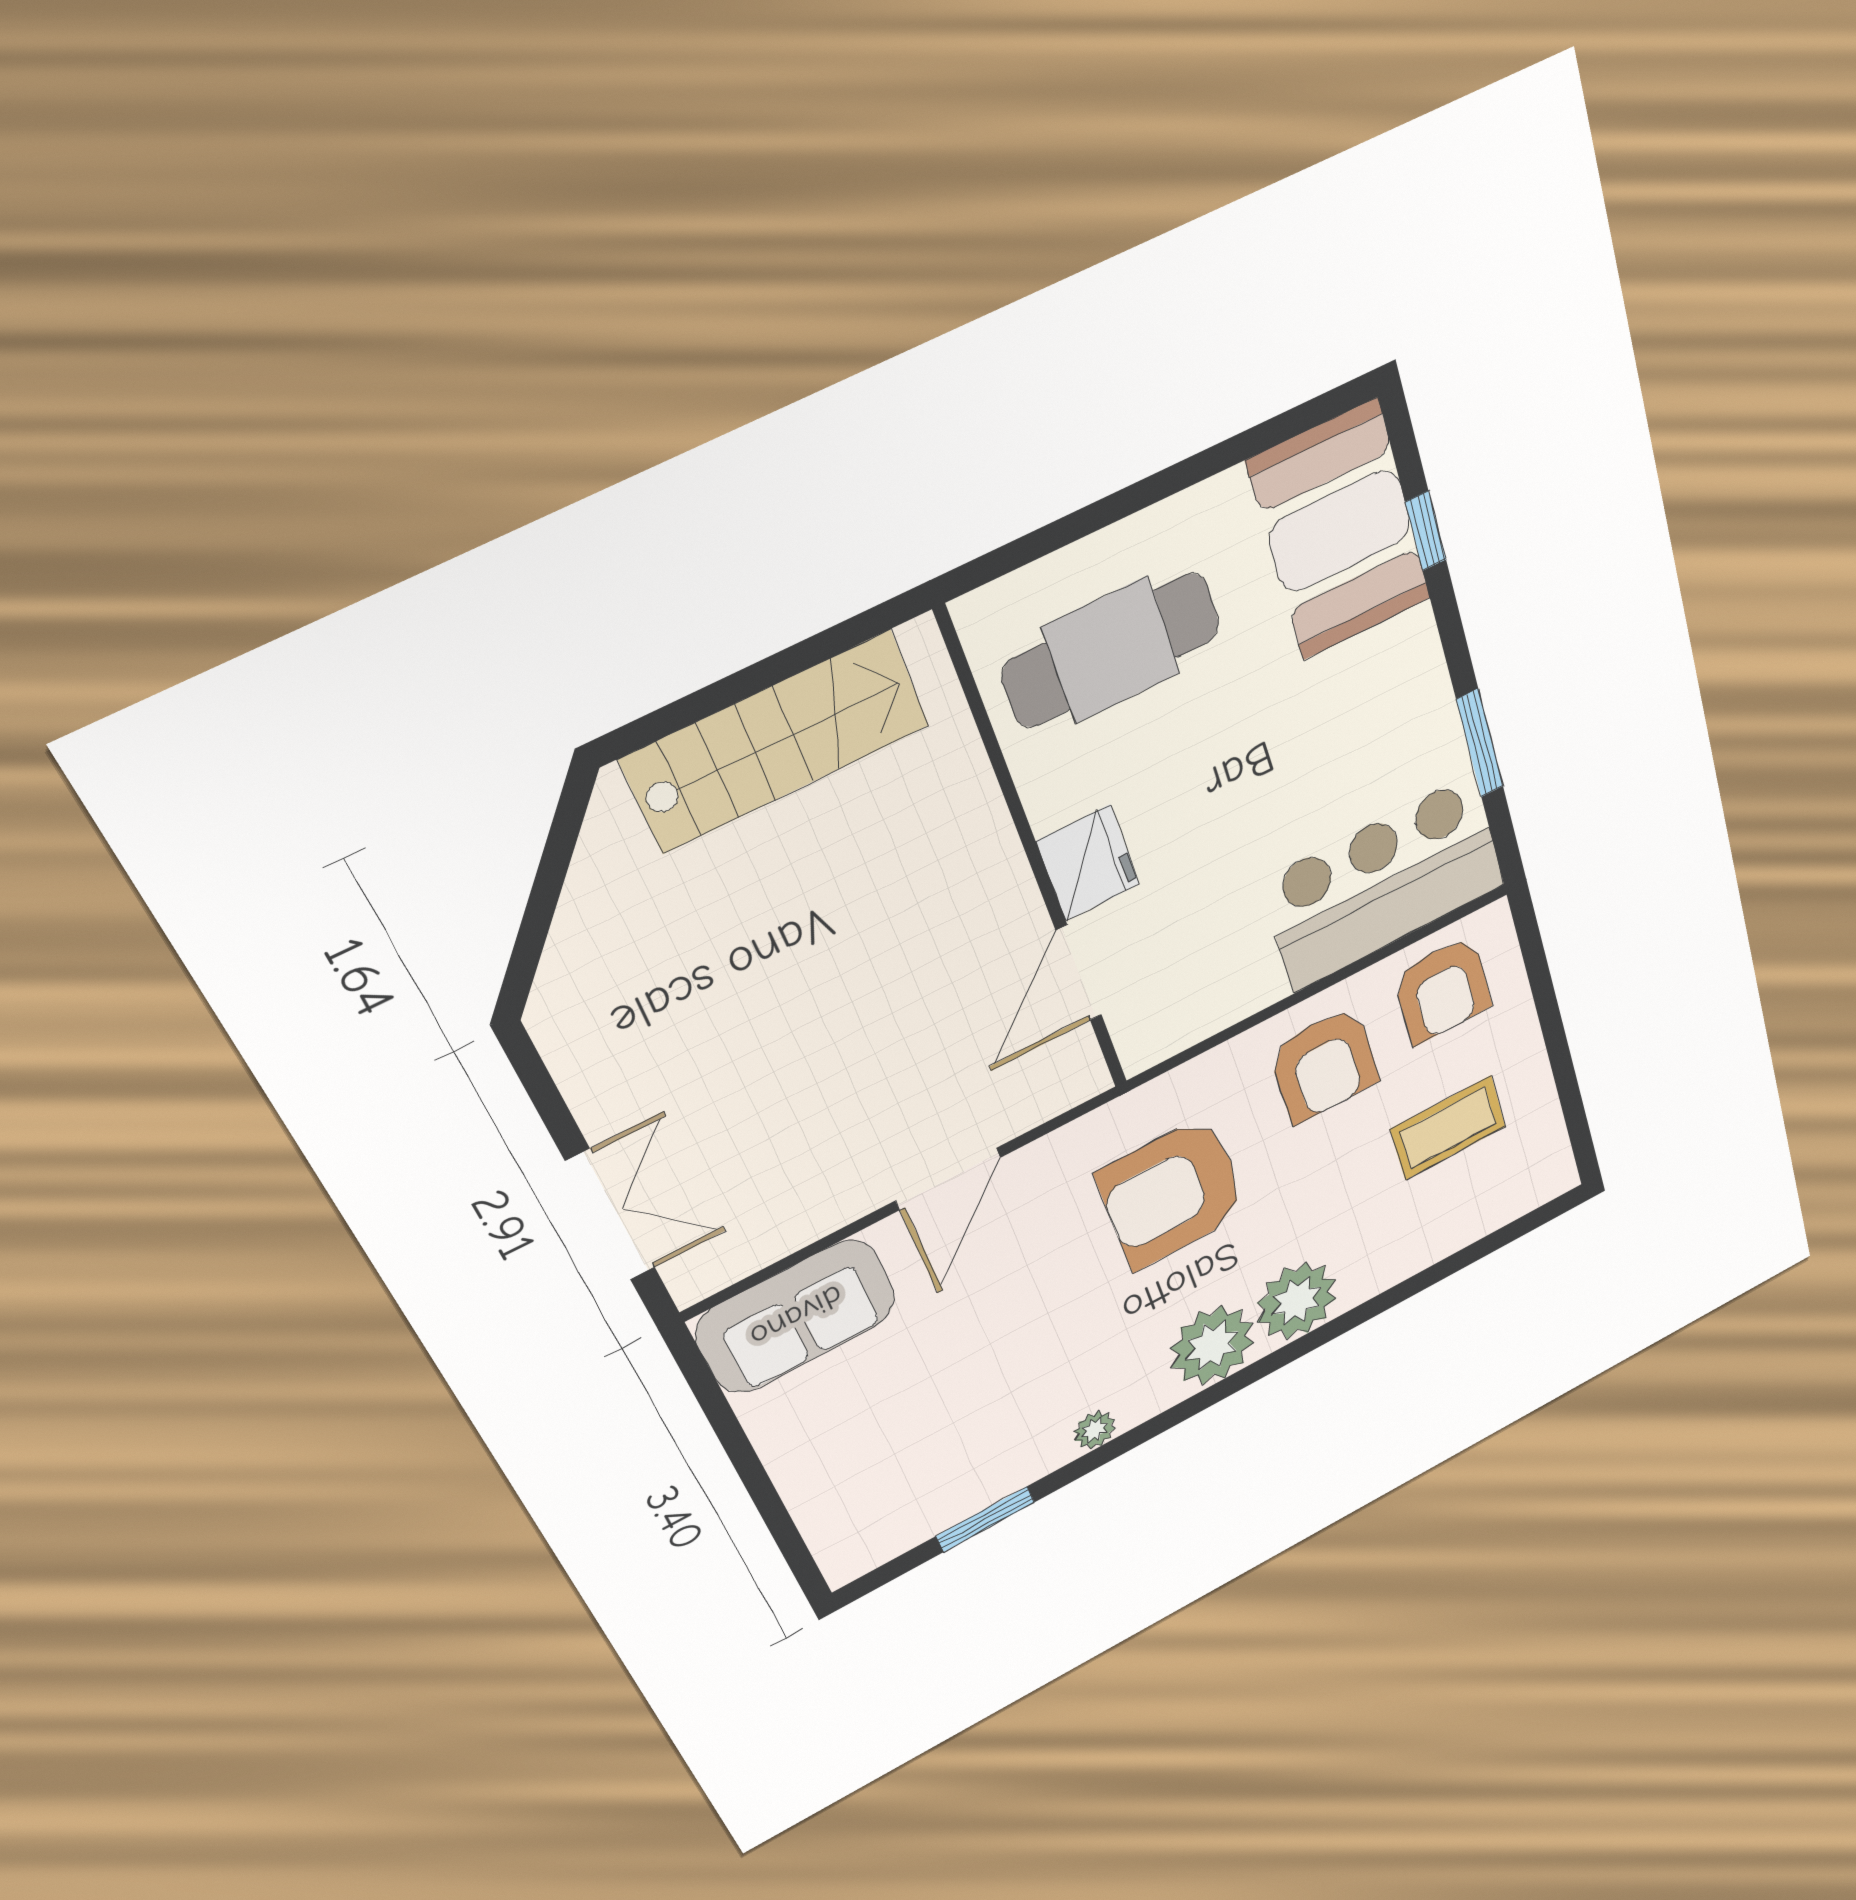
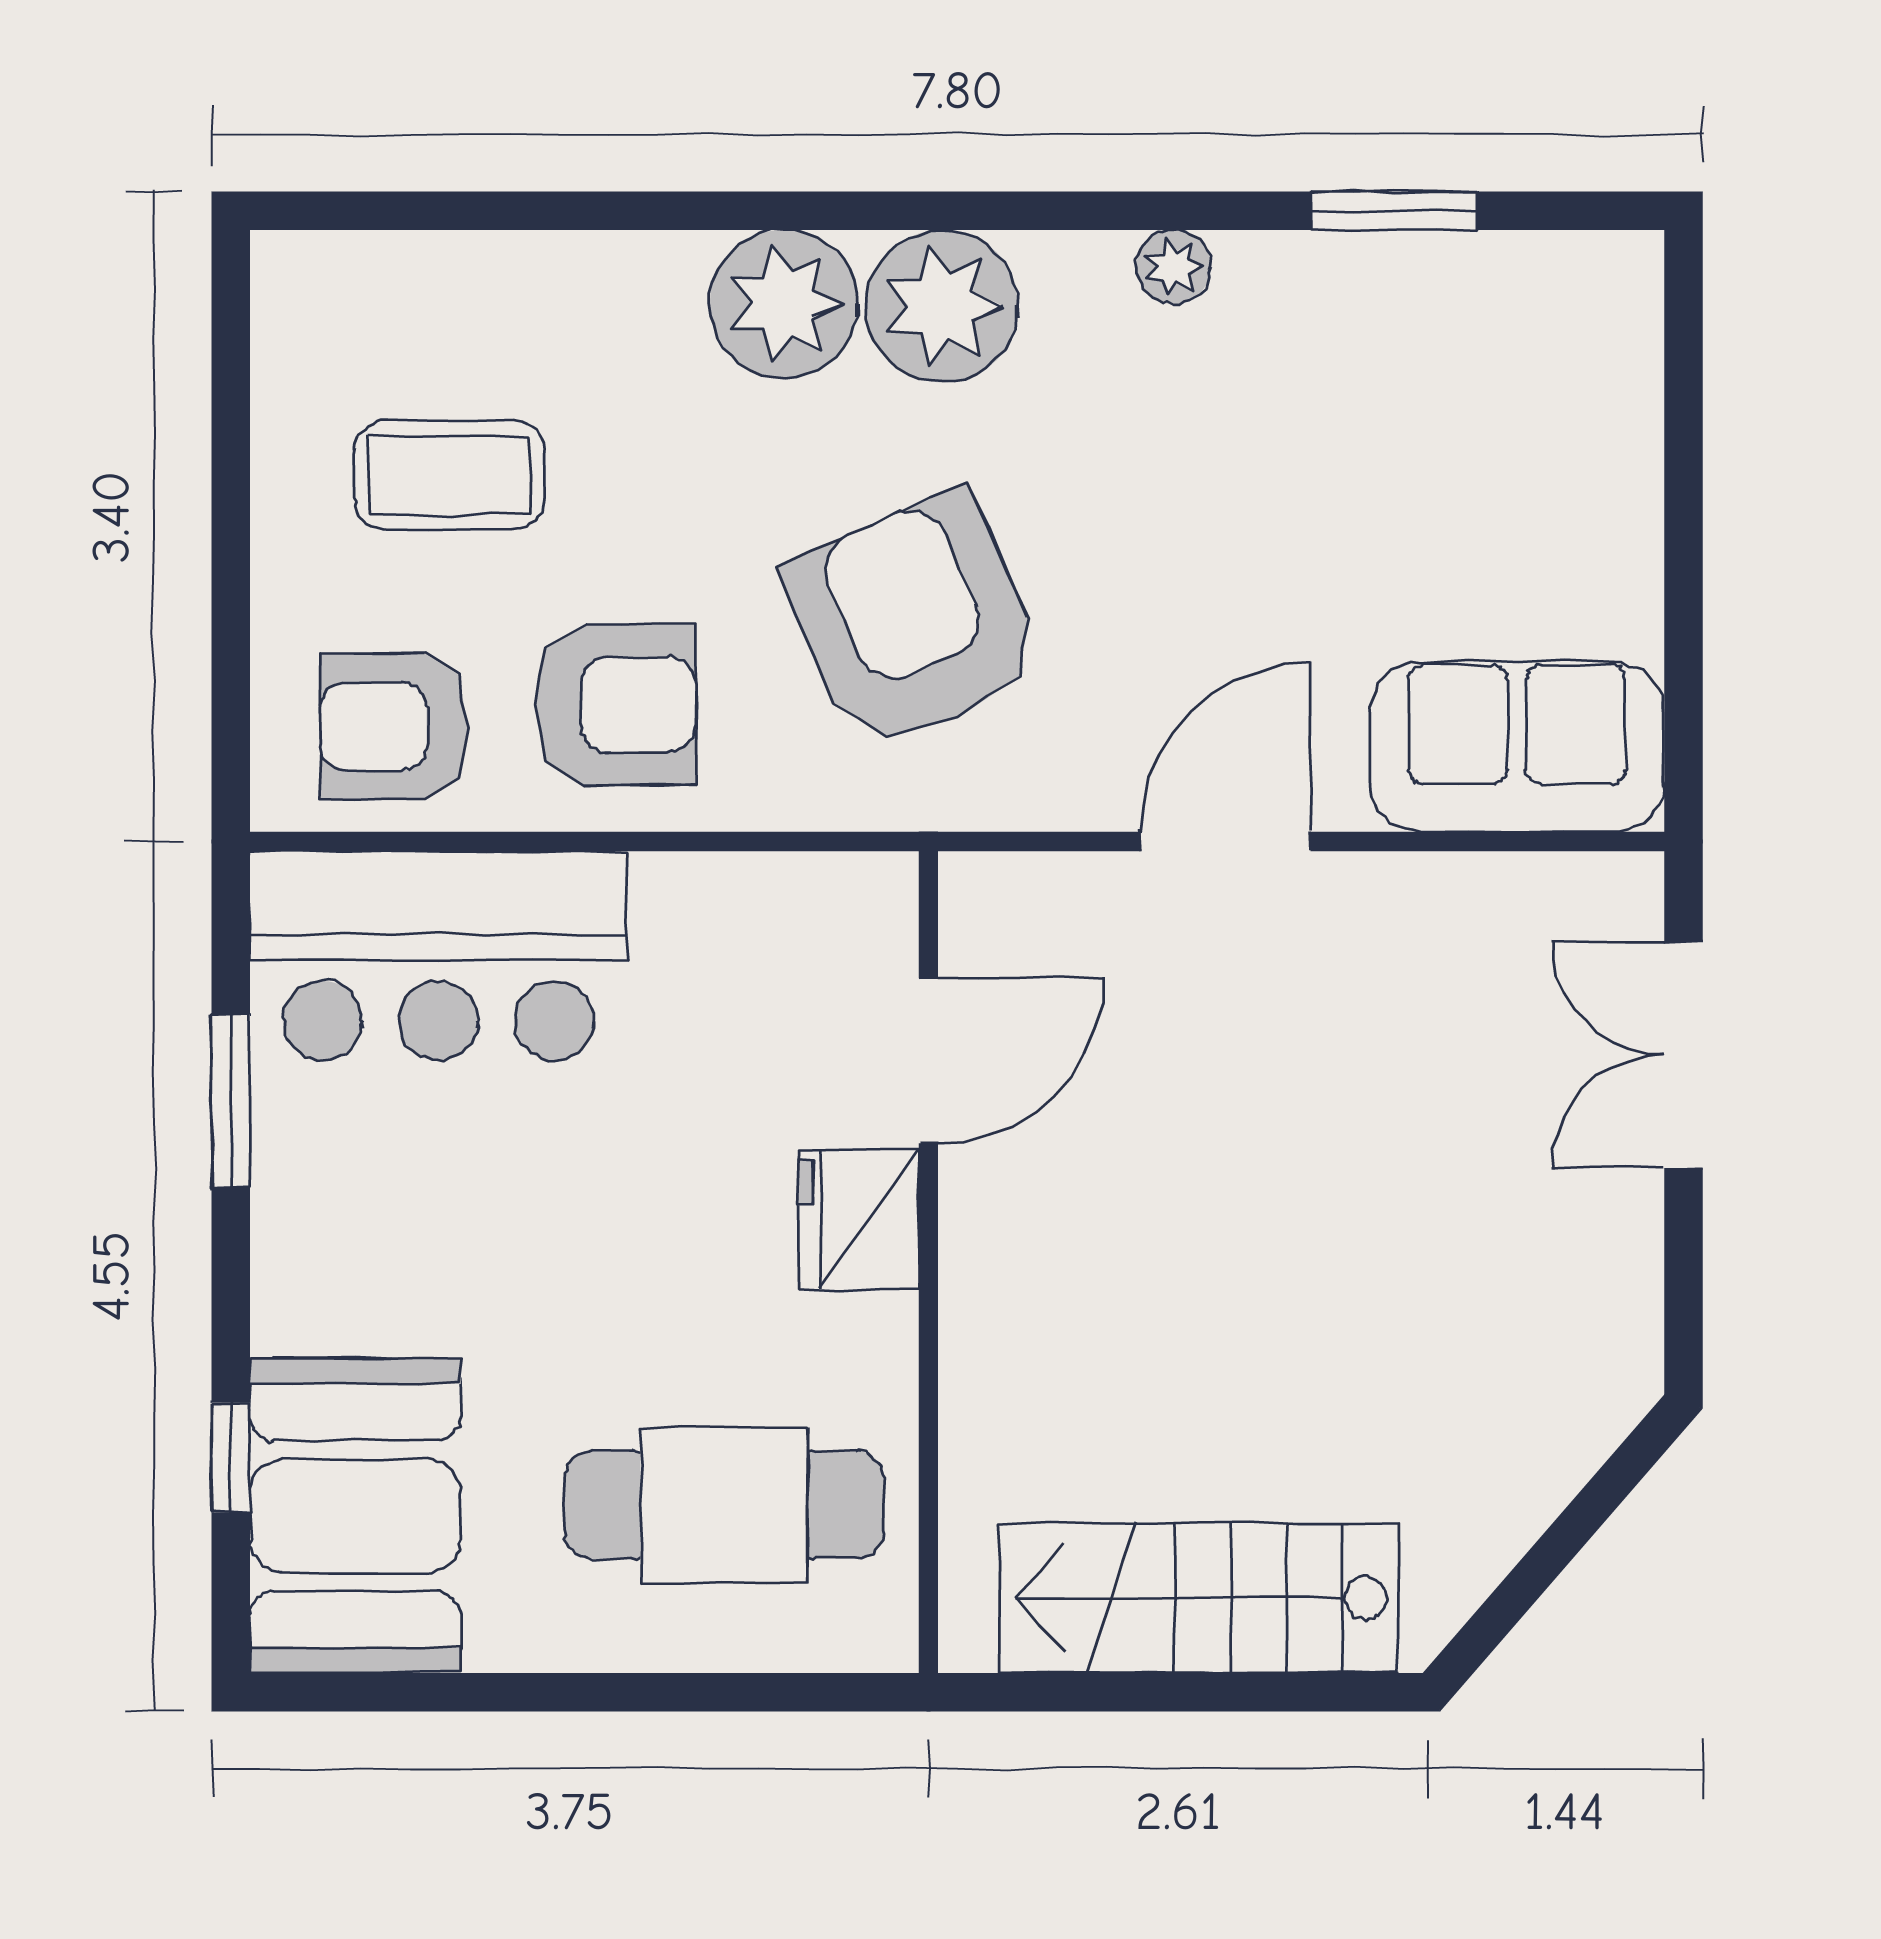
armchair: (1443, 990) -> (394, 726), turned -90
armchair: (1324, 1065) -> (616, 704), turned 90
armchair: (1172, 1193) -> (914, 622), turned -114

